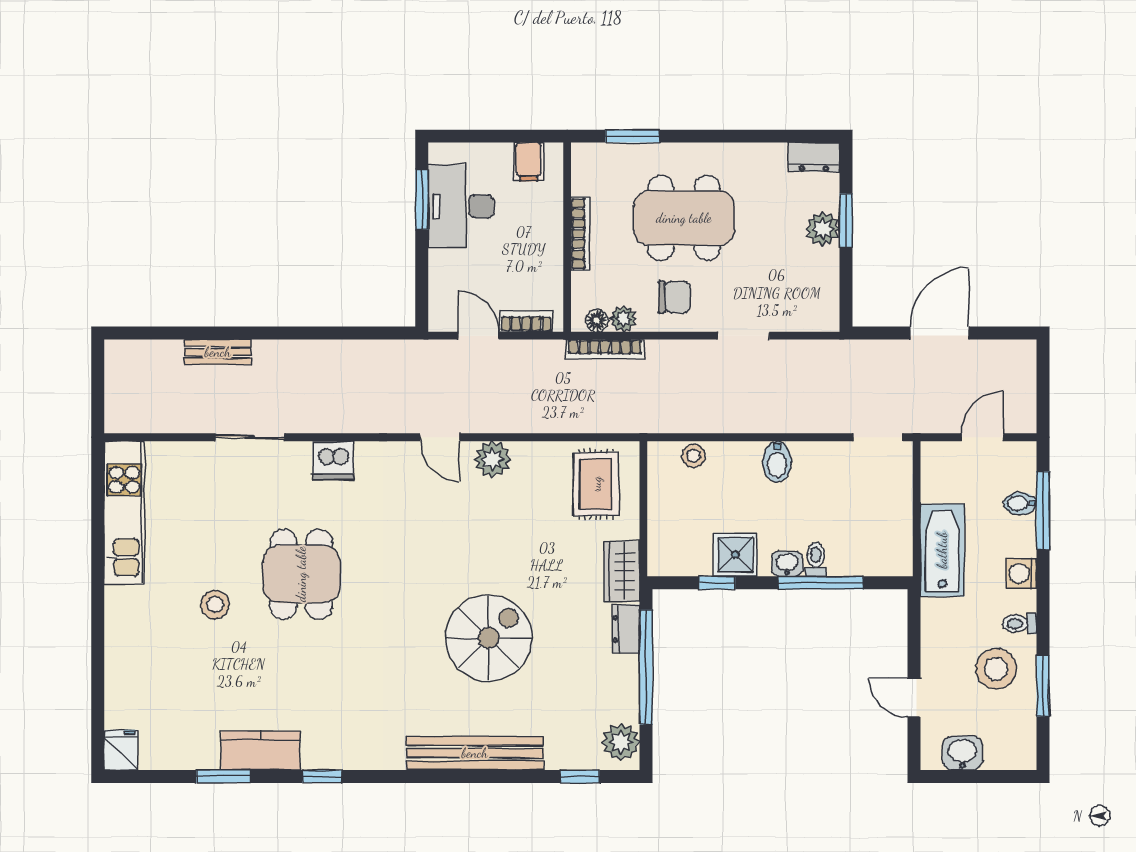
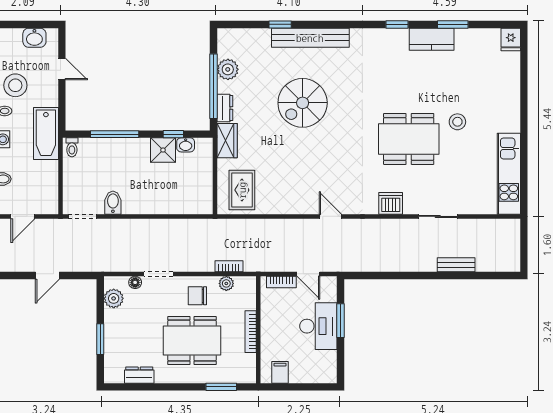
dresser: (814, 157) -> (139, 375), moved
window: (422, 200) -> (340, 321), moved
desk: (461, 206) -> (318, 326), moved
plant: (823, 229) -> (114, 298), moved
floor lamp: (597, 321) -> (135, 282), moved
door: (940, 333) -> (47, 275), width x0.73
bookcase: (605, 349) -> (229, 266), width x0.64
stool: (693, 456) -> (187, 206), removed
plant: (492, 459) -> (300, 204), removed
bidet: (777, 462) -> (113, 203), moved
bathtub: (942, 550) -> (46, 133), moved
toilet: (816, 559) -> (72, 147), moved
washbasin: (787, 564) -> (186, 145), moved
dining table: (301, 574) -> (409, 139), width x1.38
plant: (621, 742) -> (228, 69), moved
window: (580, 776) -> (280, 24), moved

